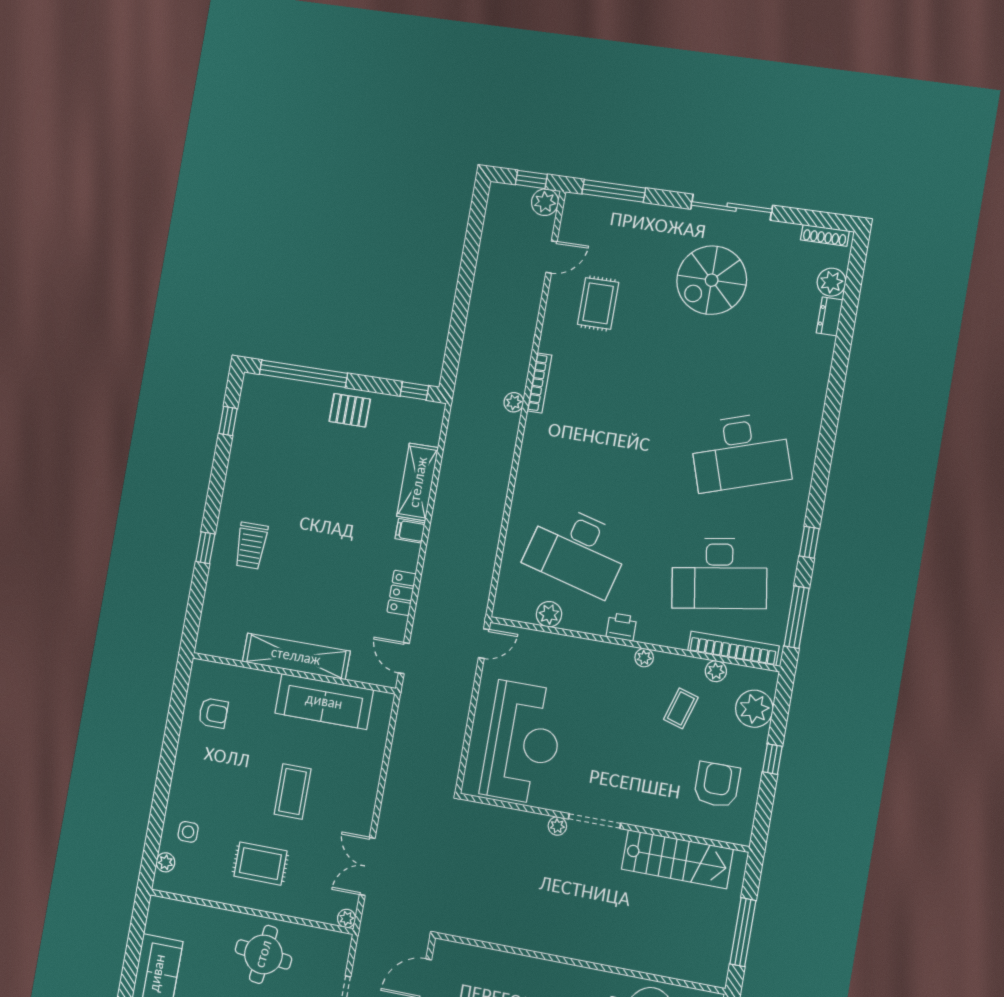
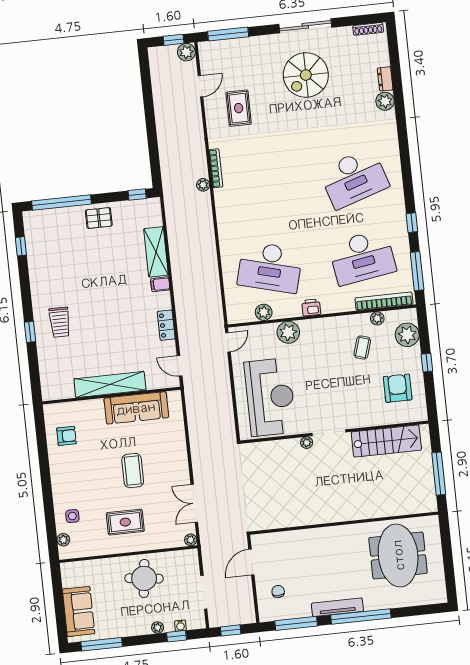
plant: (831, 282) -> (385, 101), moved
plant: (644, 658) -> (288, 332), moved, width x1.88, depth x1.88

